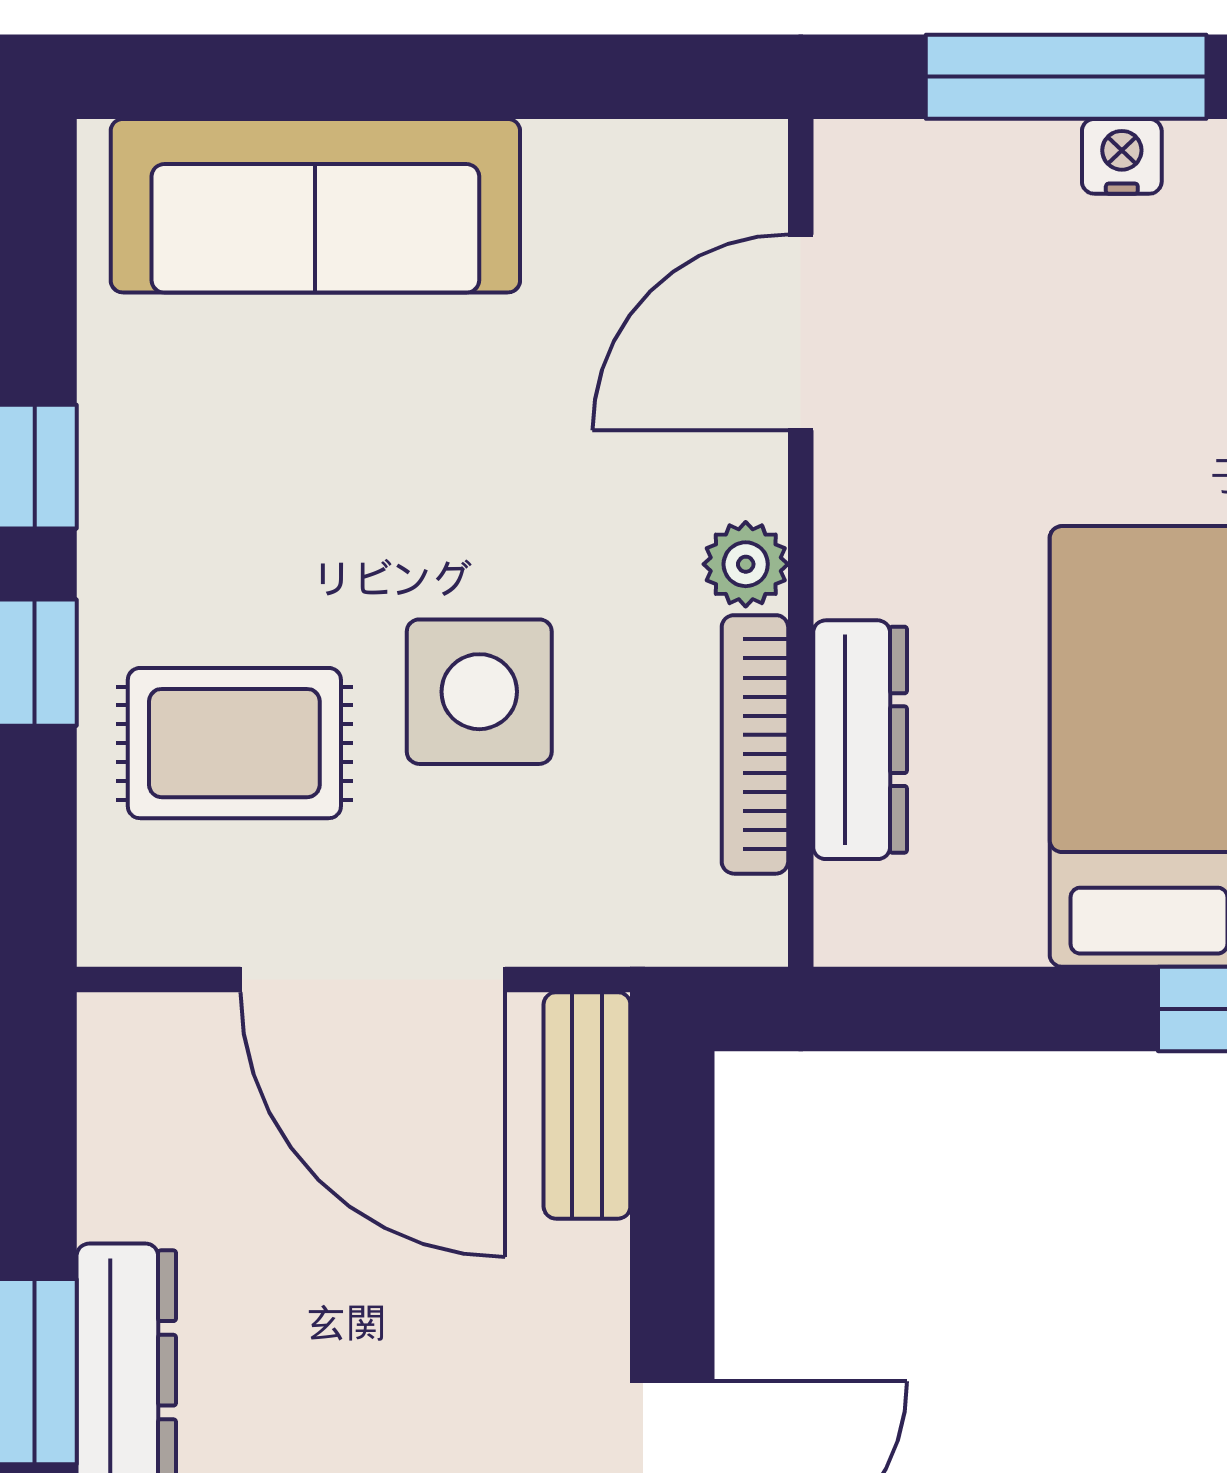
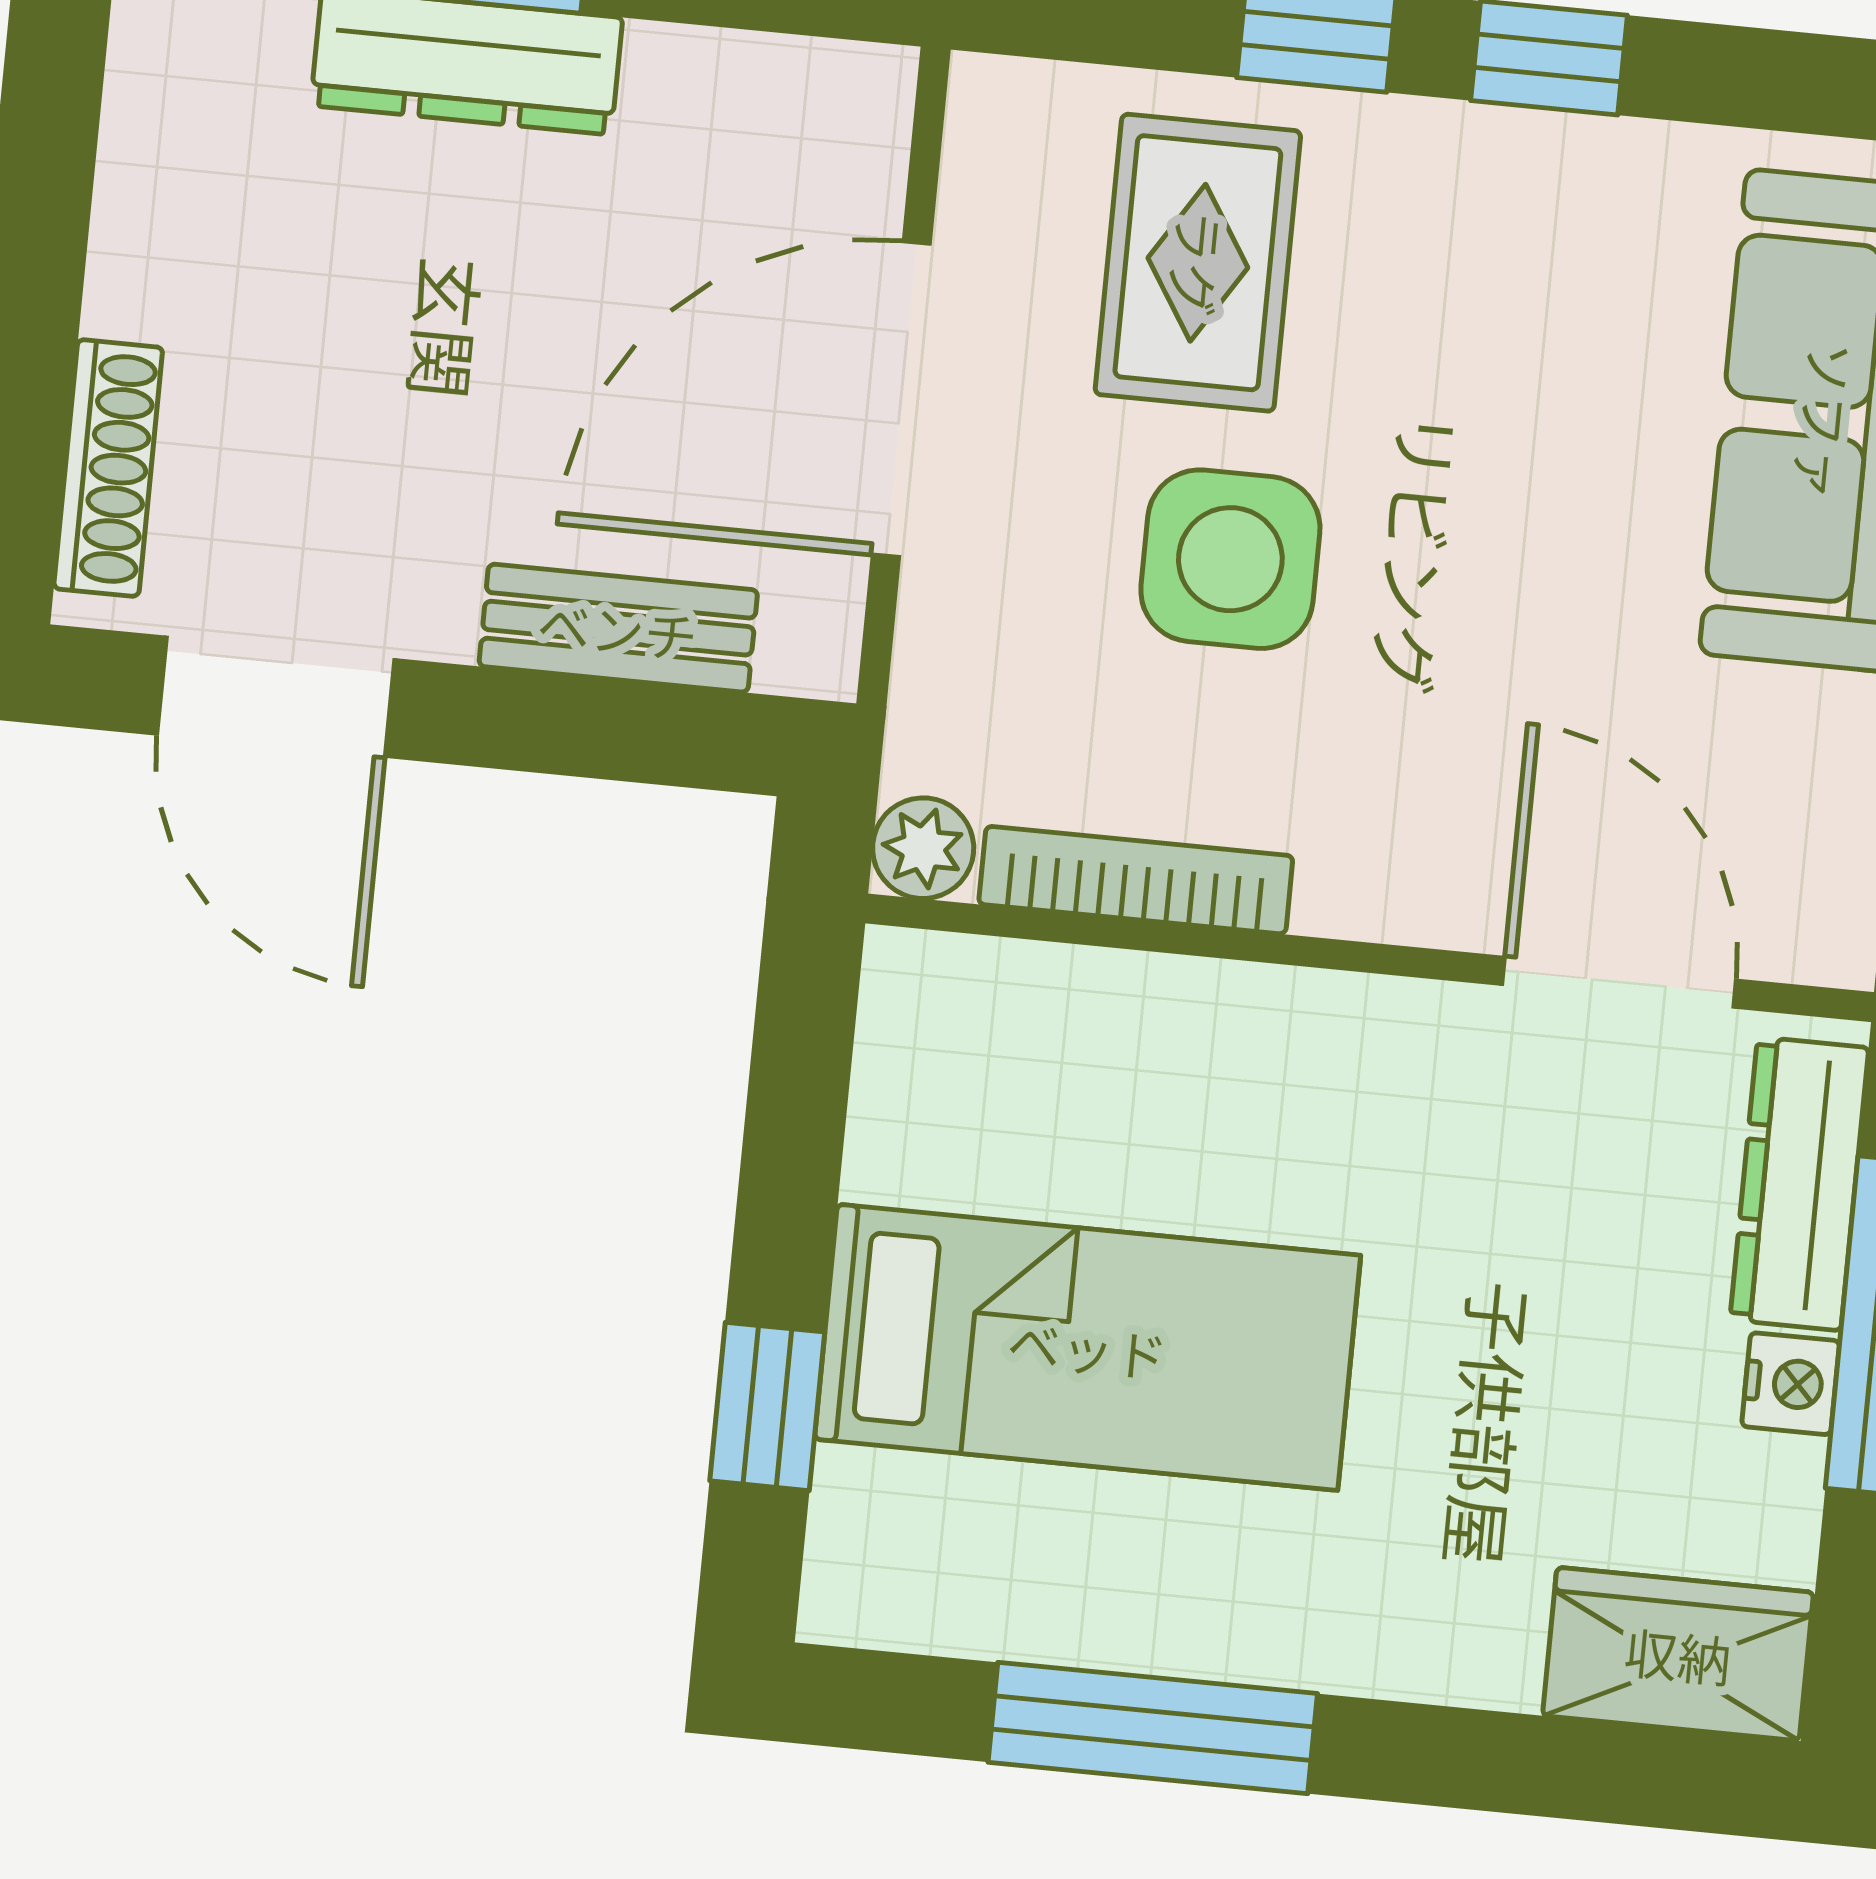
plant: (746, 564) -> (923, 848), moved
dresser: (860, 740) -> (1799, 1184), moved, turned 90
bench: (587, 1105) -> (618, 628), moved

